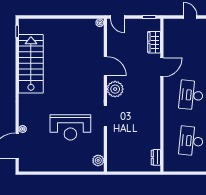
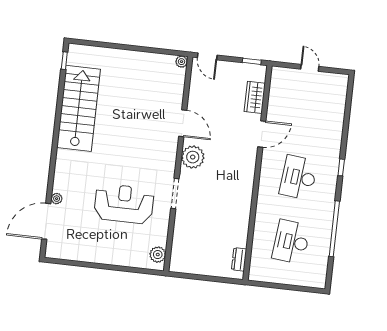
reception desk: (70, 127) -> (124, 204), turned 180

